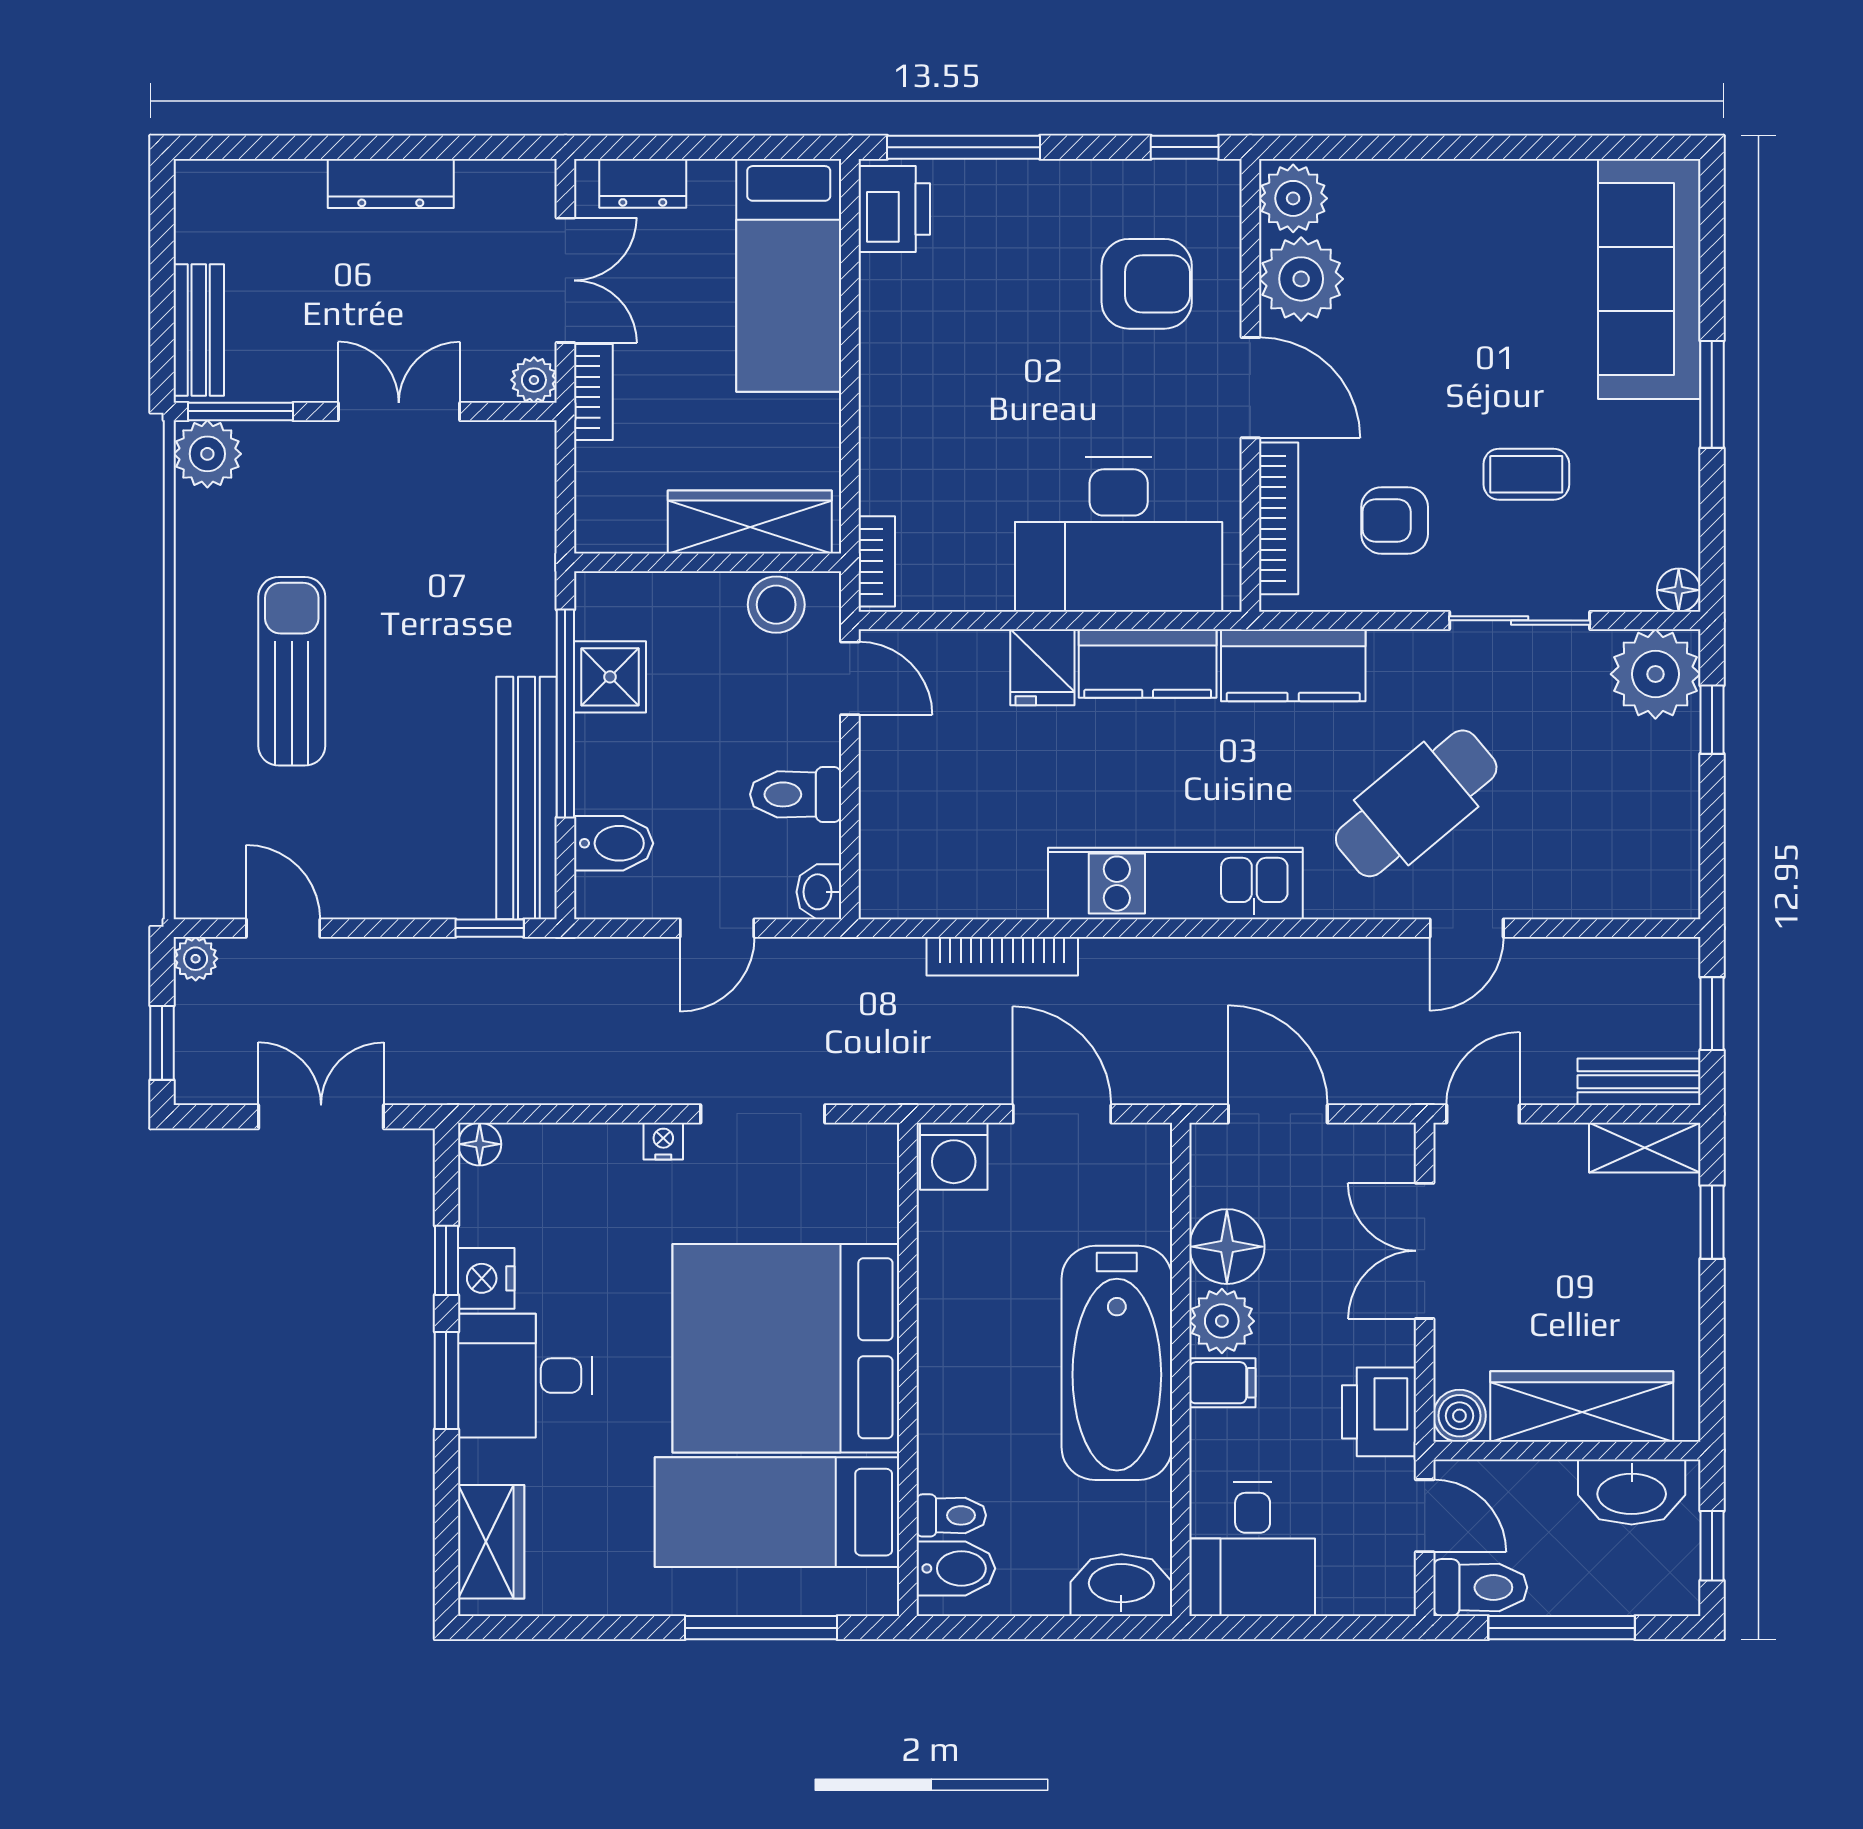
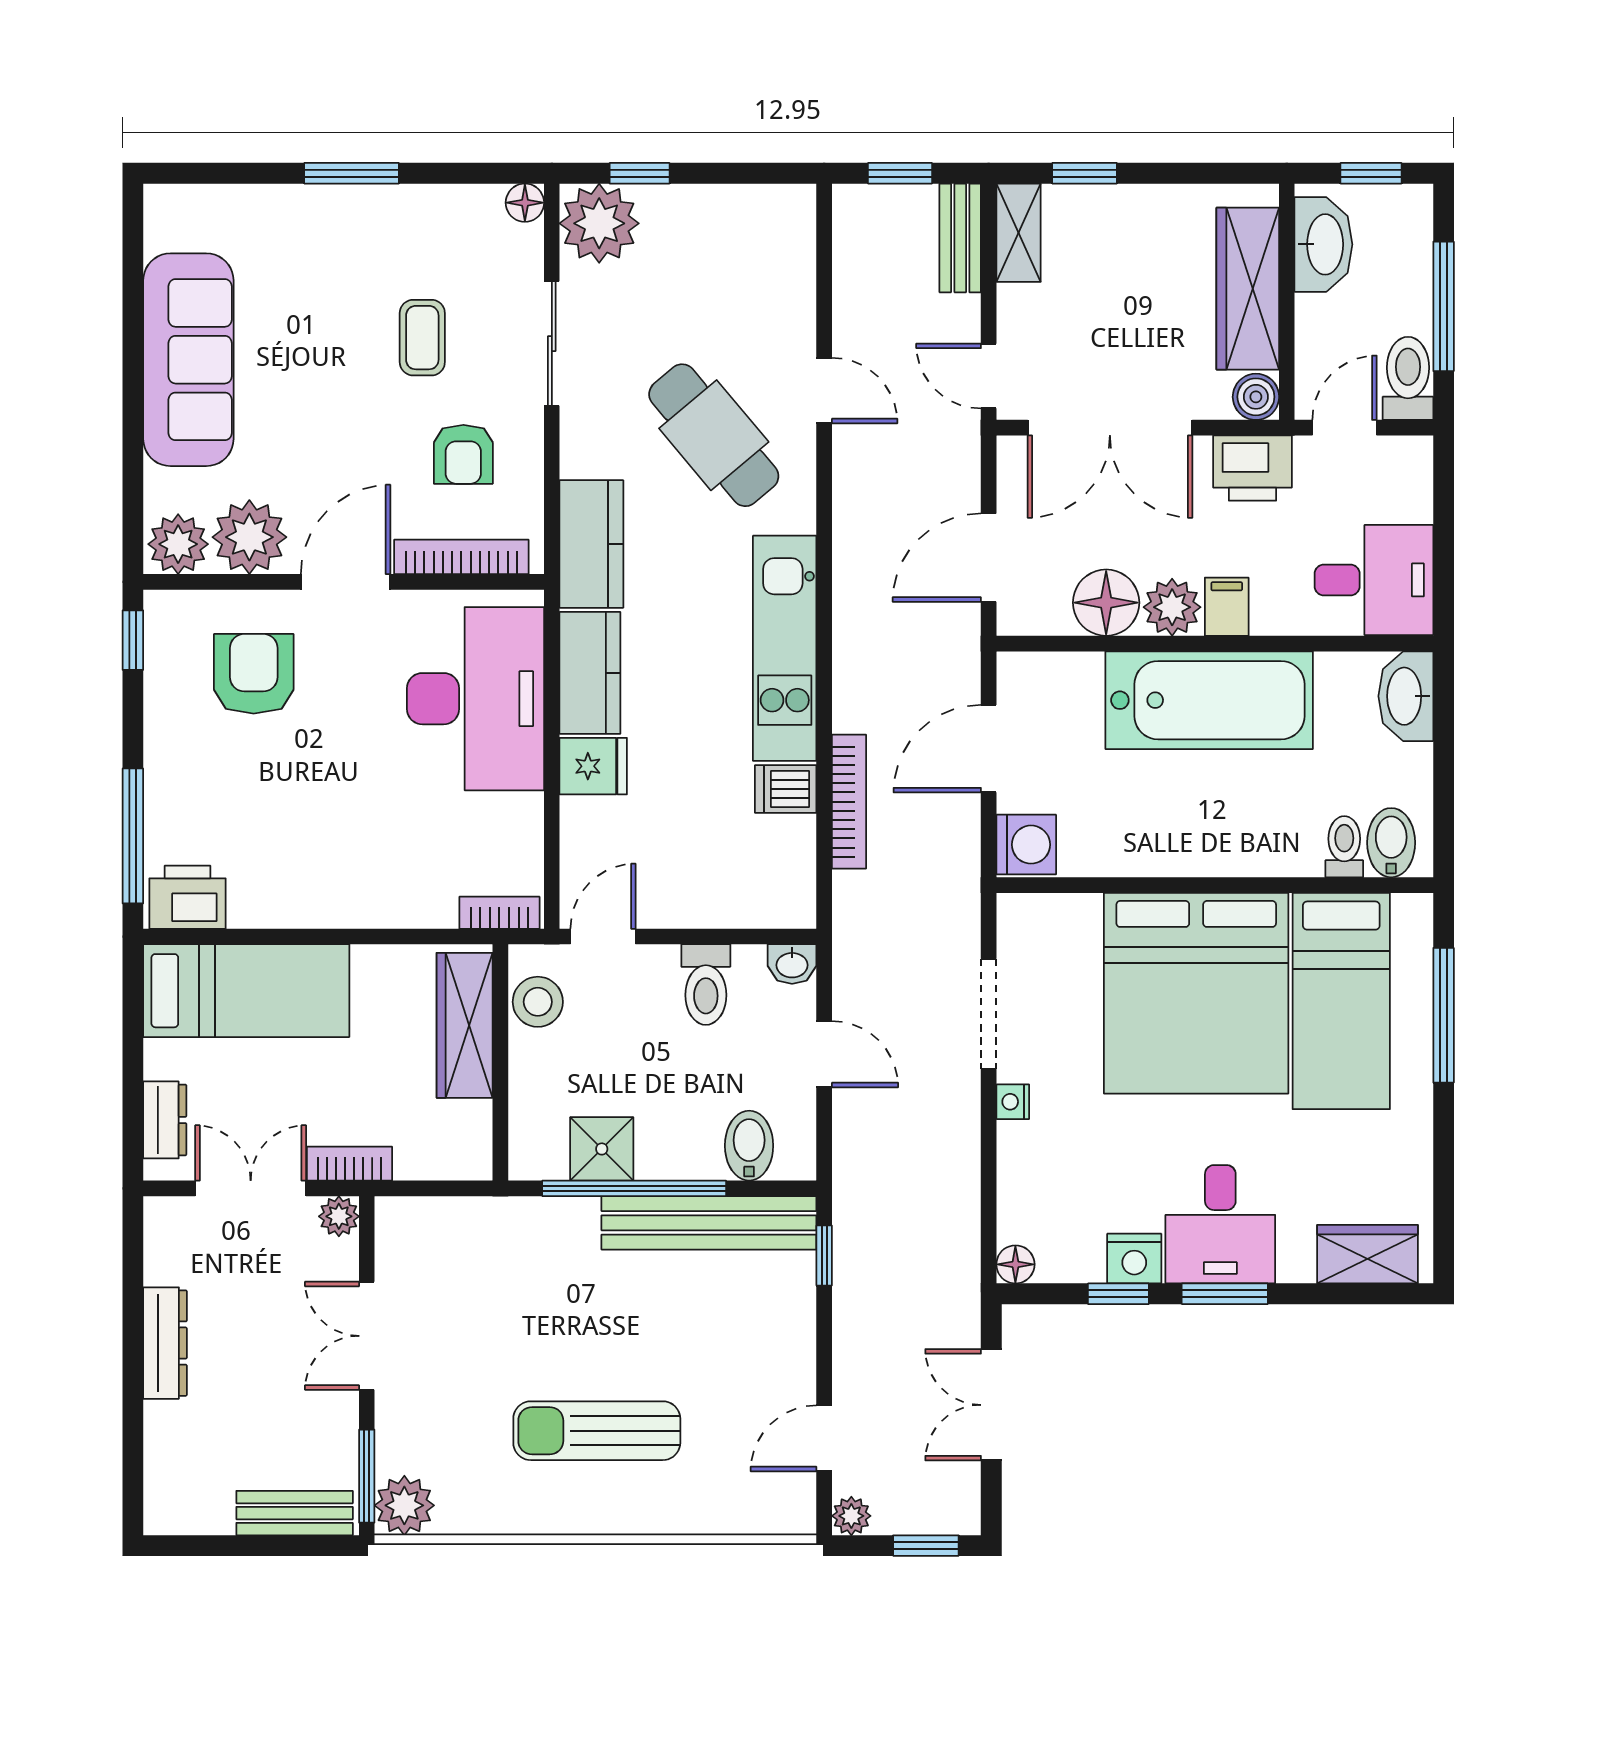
sofa: (1649, 279) -> (188, 360), moved, turned -90
dishwasher: (1017, 885) -> (786, 789), added
double door: (1425, 1251) -> (1110, 428), width x1.37

